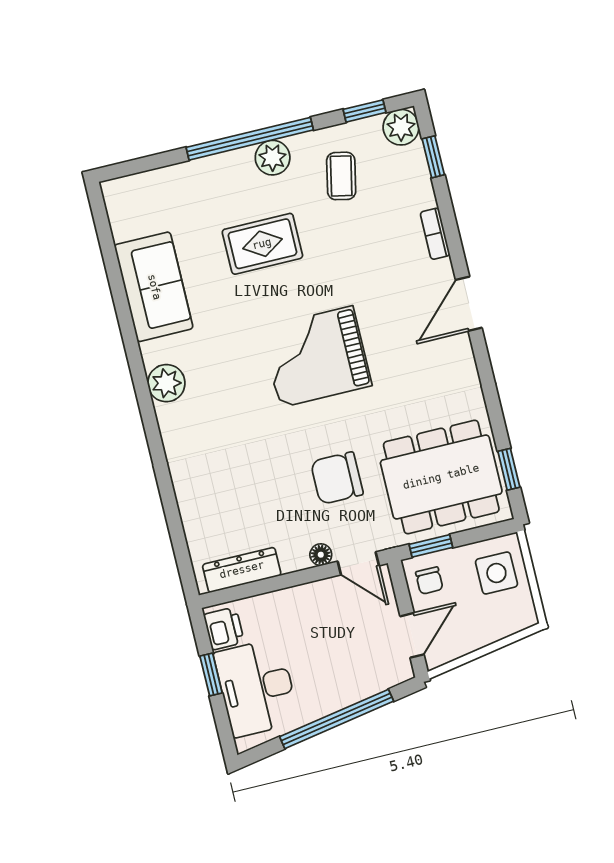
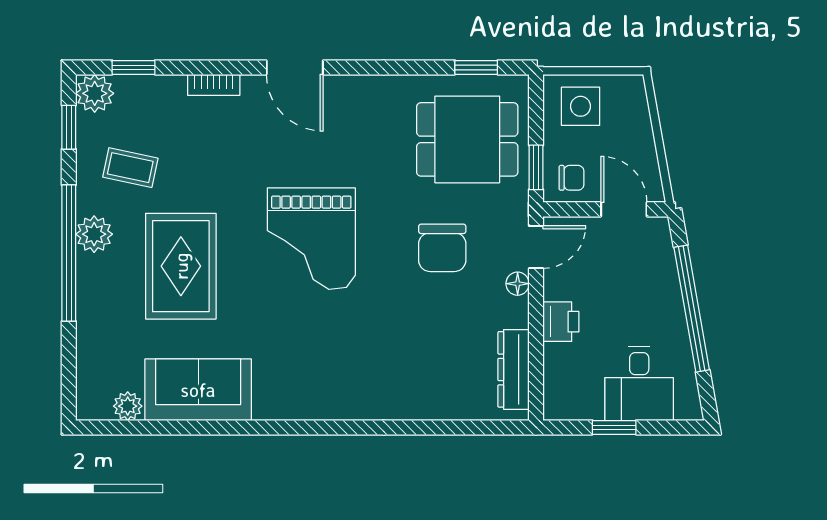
rug: (262, 244) -> (181, 266), width x1.36, depth x1.43
plant: (166, 383) -> (128, 406), moved, width x0.73, depth x0.73
dining table: (441, 477) -> (467, 139), width x0.73
printer: (224, 628) -> (561, 322), moved, turned 90
desk: (257, 688) -> (639, 384), width x0.73

